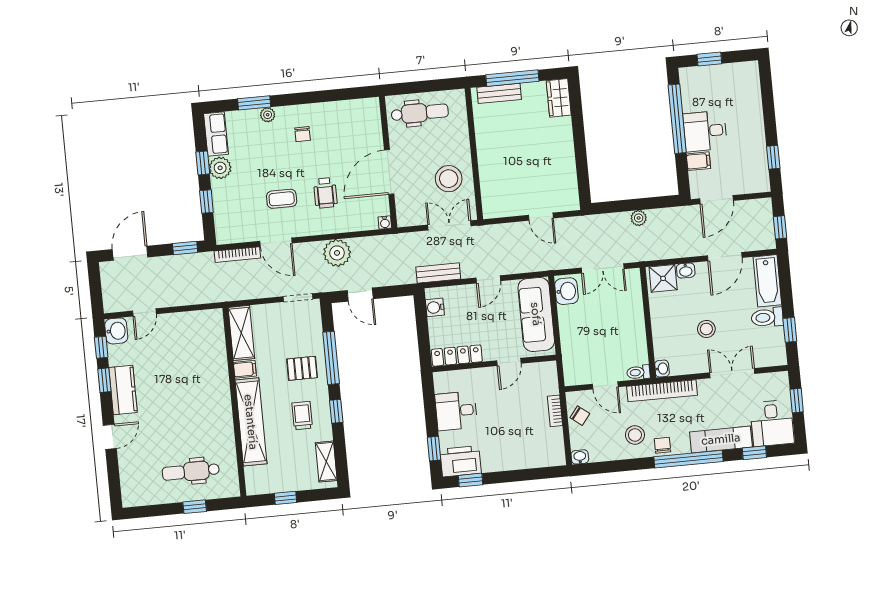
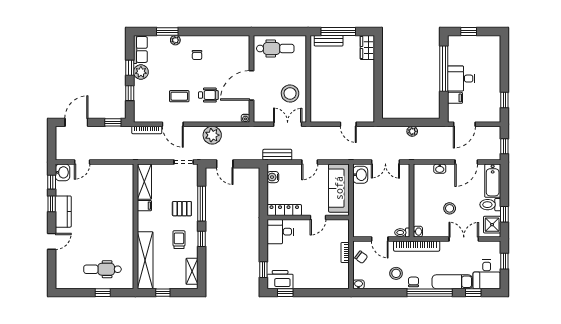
wheelchair: (325, 193) -> (208, 95), turned -90
shower: (663, 278) -> (492, 225), moved
desk: (456, 411) -> (280, 232), moved
shelving: (251, 422) -> (145, 260), moved

